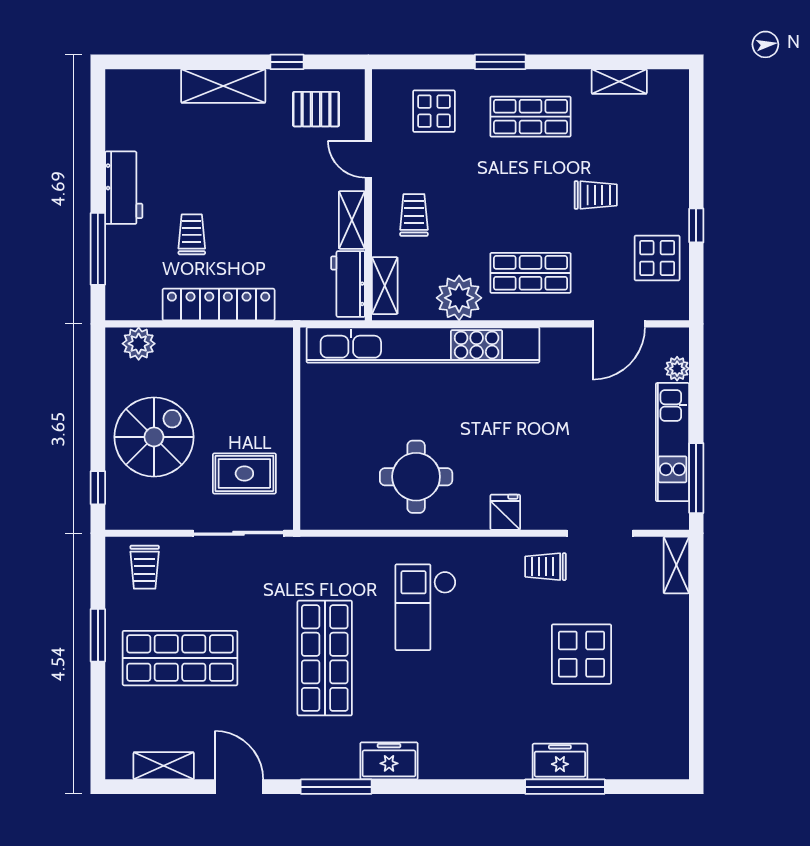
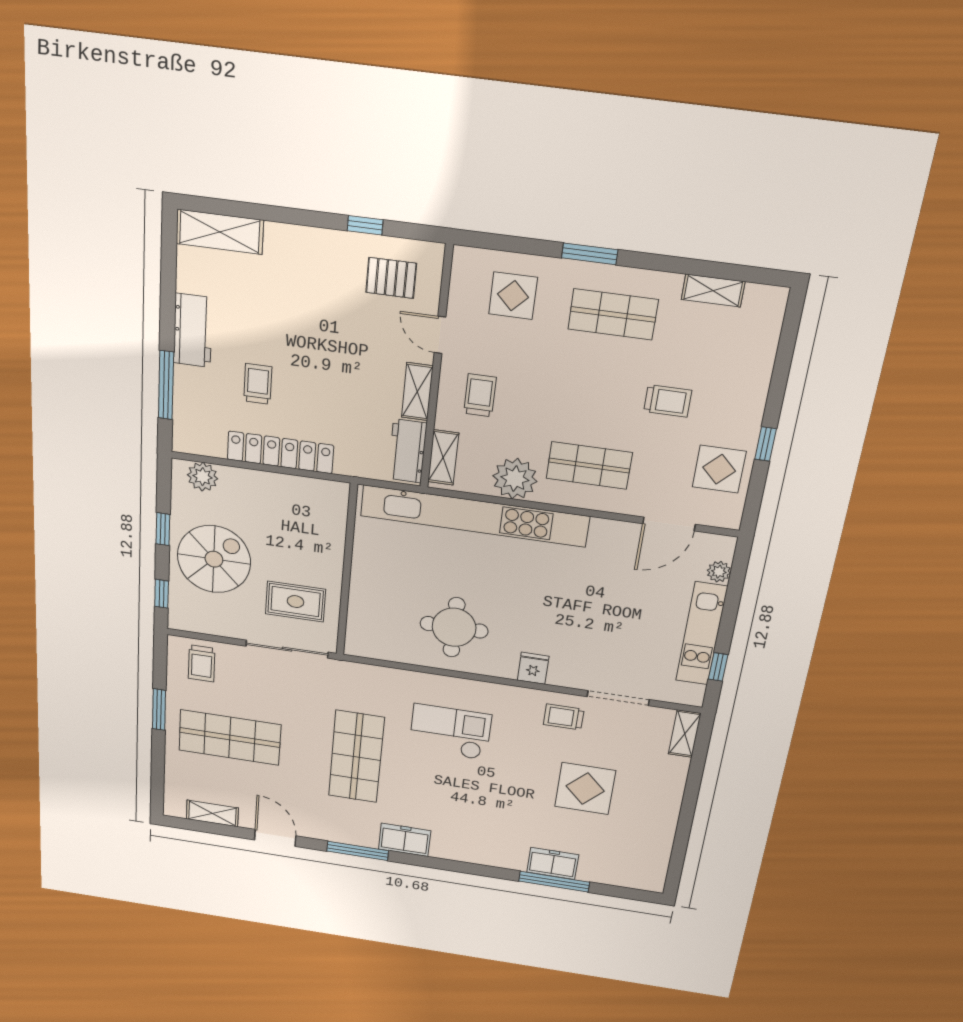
shelving: (223, 86) -> (220, 232), moved
window: (98, 410) -> (163, 529), added
window: (696, 478) -> (718, 667), width x0.46
checkout: (426, 607) -> (450, 732), turned 90

